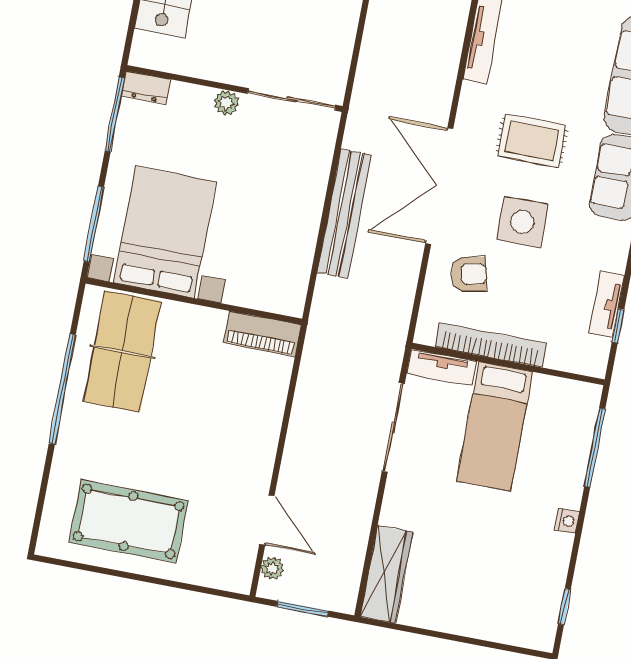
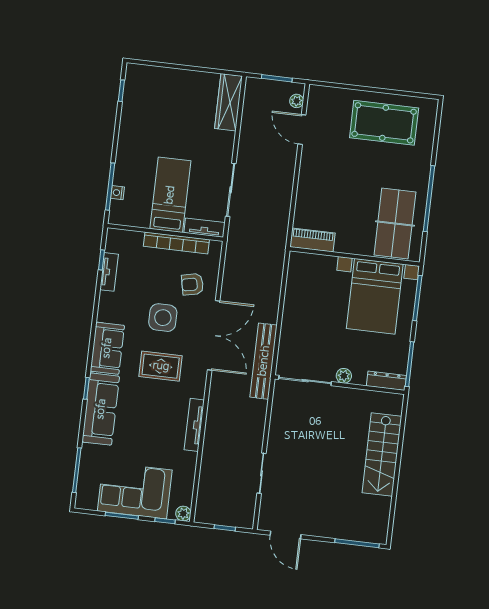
dresser: (146, 87) -> (386, 381), width x1.44
bench: (344, 214) -> (264, 361), moved
nightstand: (567, 521) -> (117, 193), moved

